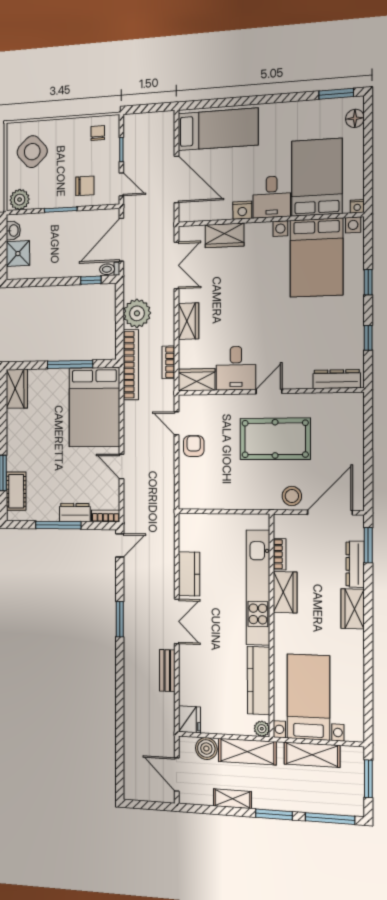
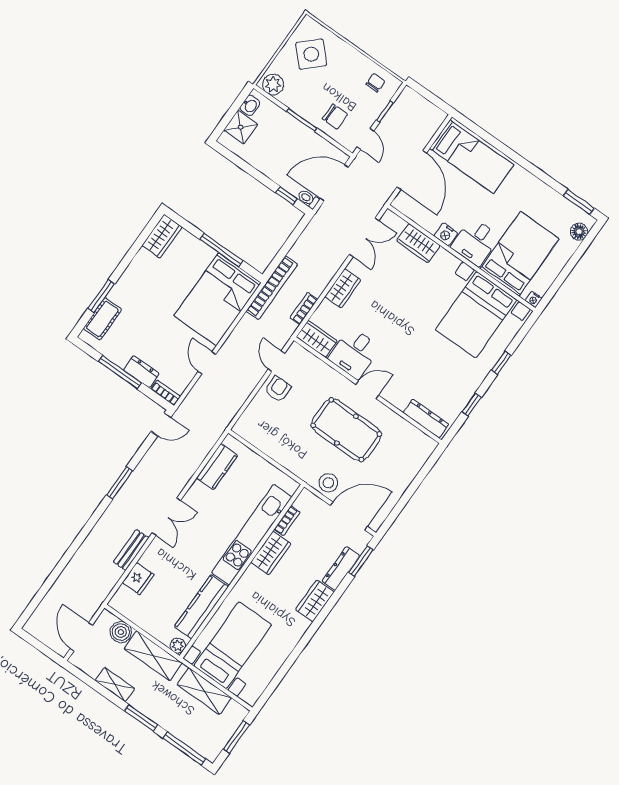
plant: (137, 313) -> (306, 251), removed
kitchen counter: (189, 574) -> (217, 467), moved
fridge: (189, 719) -> (138, 579), moved

